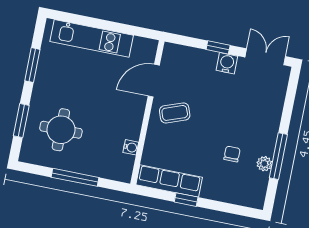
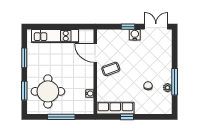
door: (154, 81) -> (95, 53), hinge flipped
round table: (61, 130) -> (48, 91), width x1.36, depth x1.36

